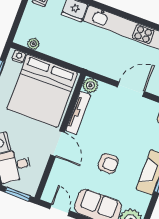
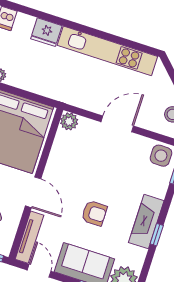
tv unit: (78, 113) -> (29, 237), moved

